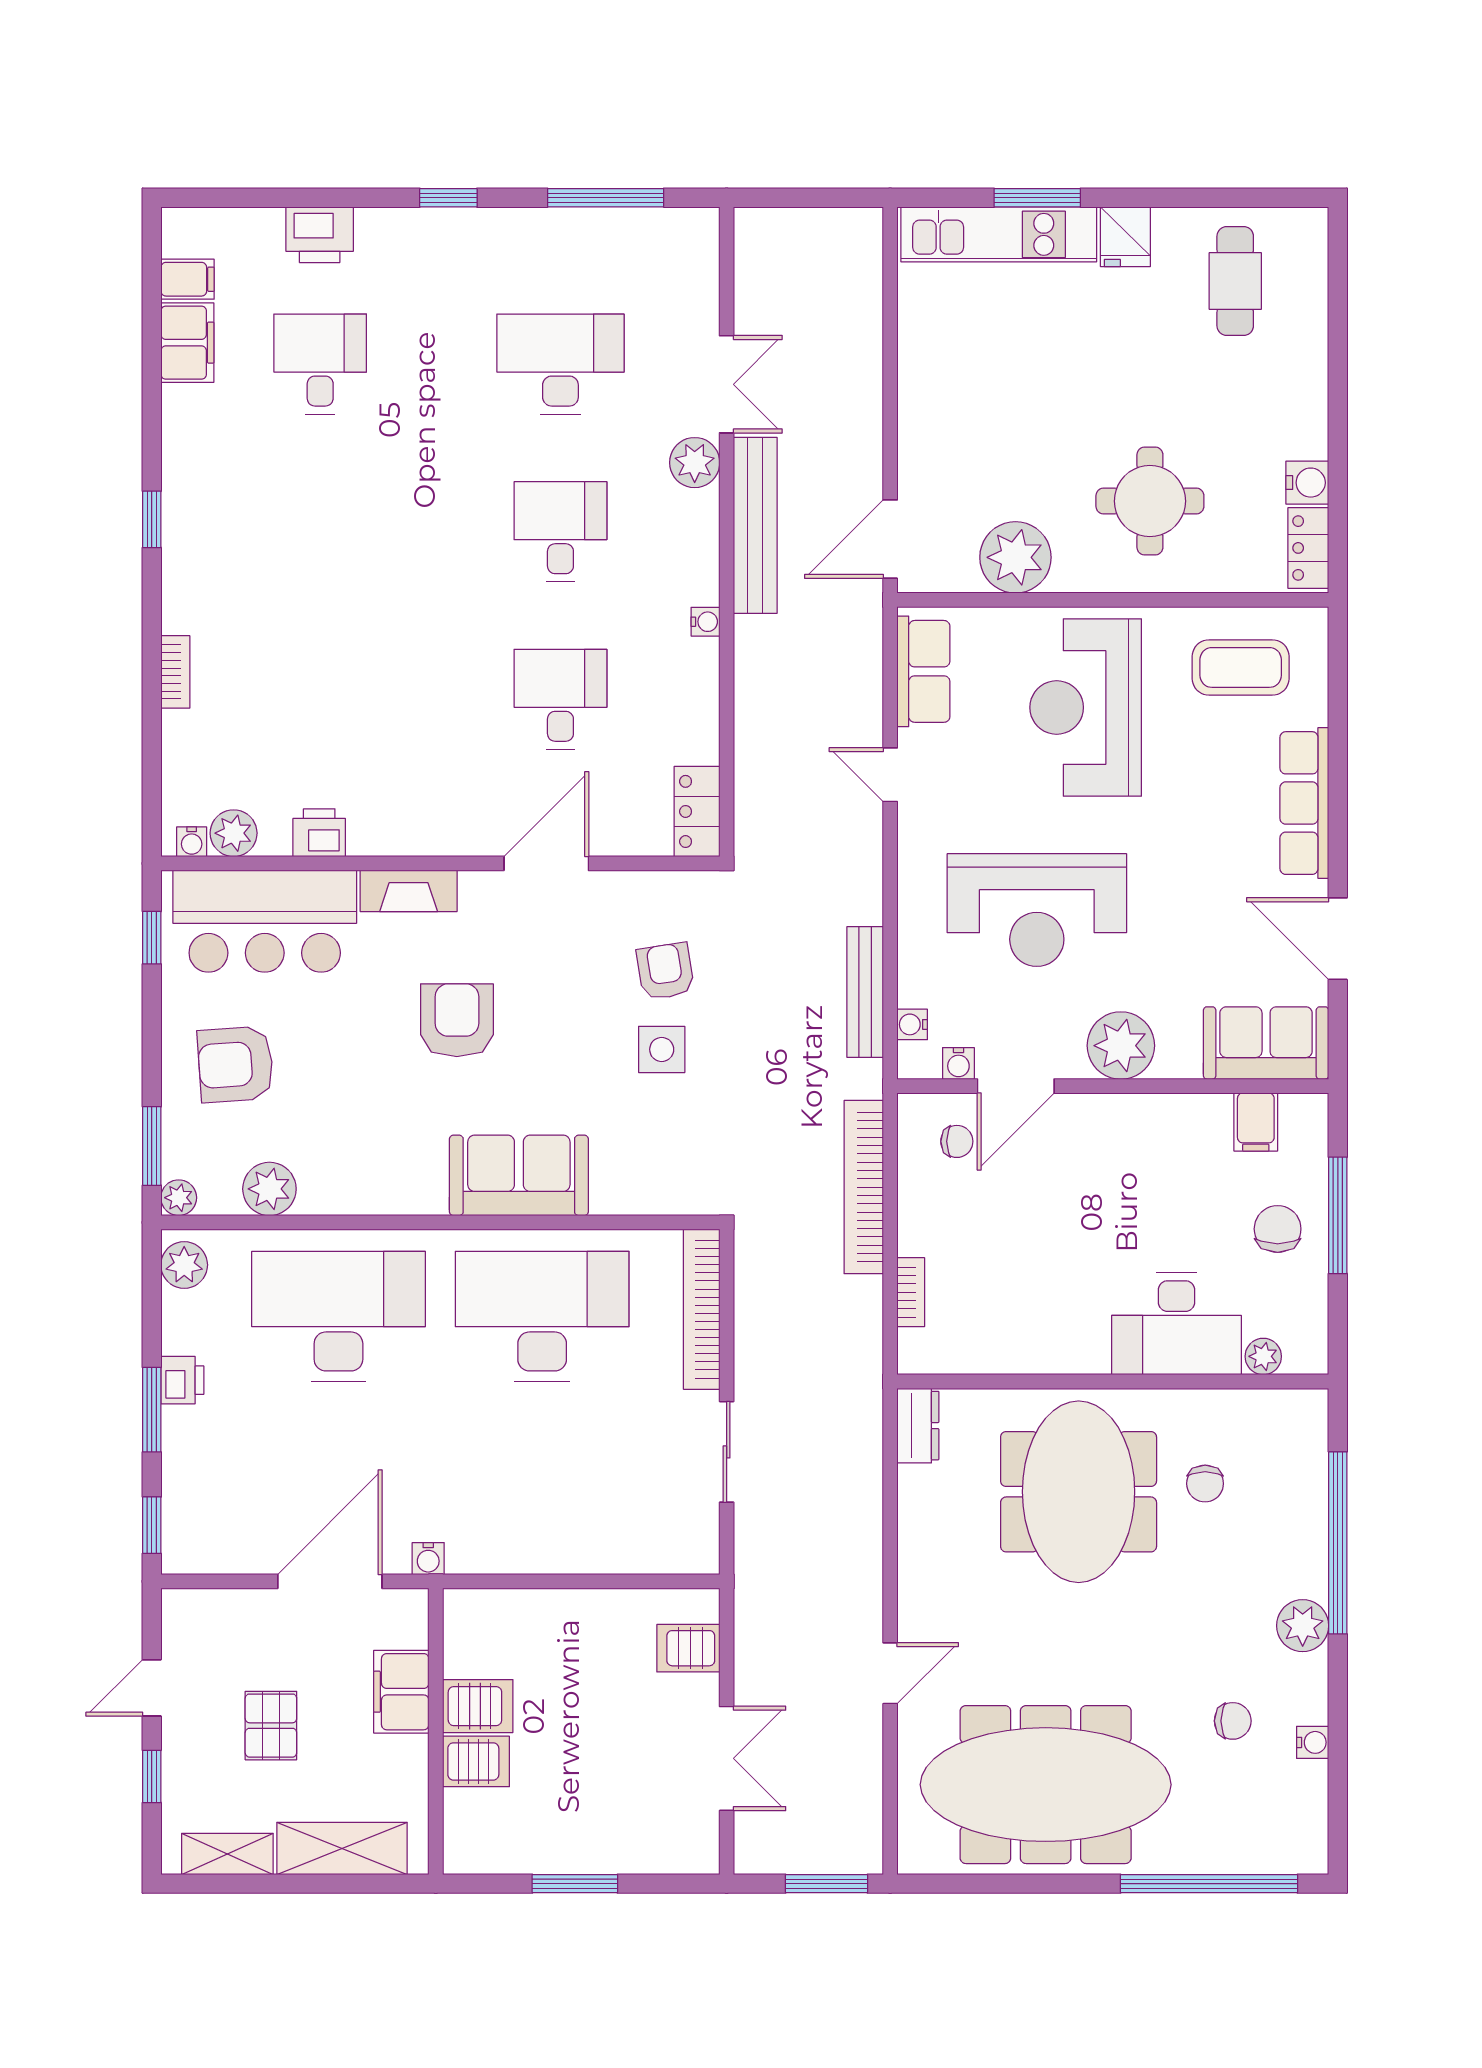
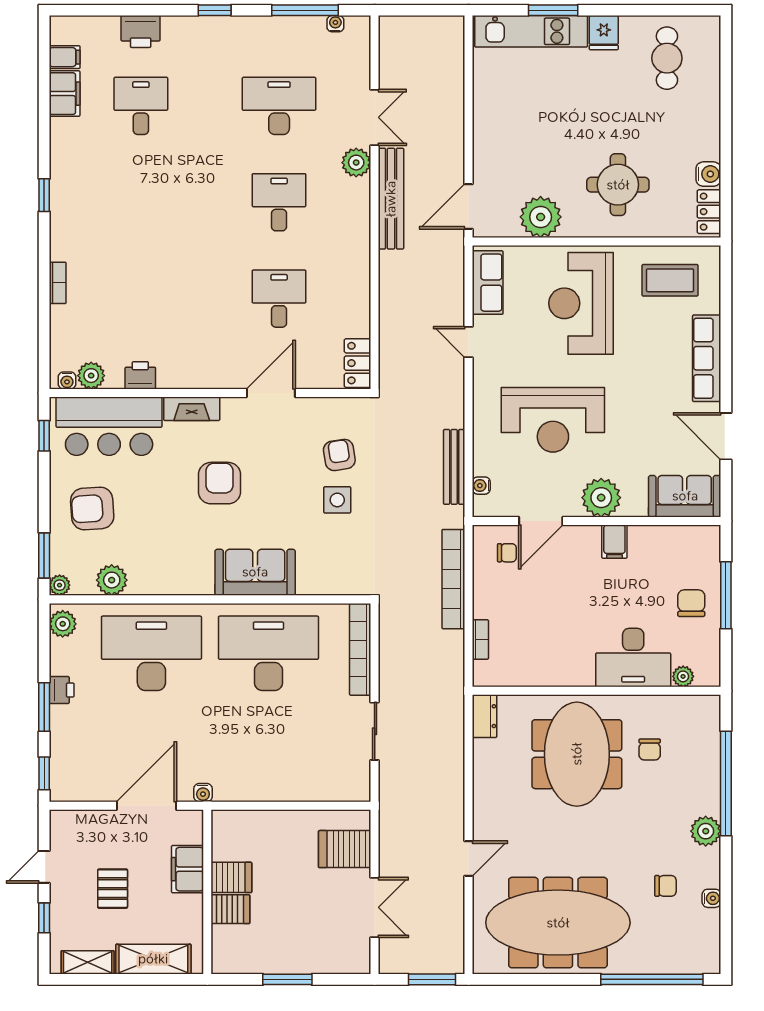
water cooler: (705, 622) -> (335, 24), moved, turned -90
water cooler: (958, 1063) -> (508, 508), removed
filing cabinet: (1256, 1122) -> (614, 542), moved
server rack: (688, 1648) -> (345, 849), width x1.36, depth x1.44

